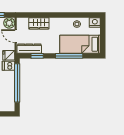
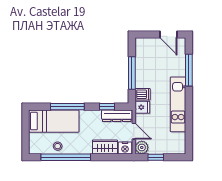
window: (70, 15) -> (66, 157), added
nightstand: (95, 23) -> (125, 148), moved
window: (17, 83) -> (132, 73), width x0.68

